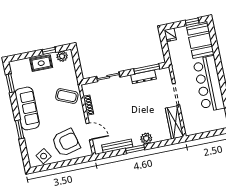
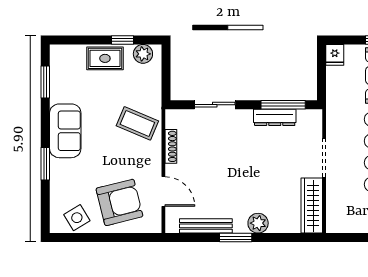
sofa: (27, 108) -> (65, 131), width x0.73

